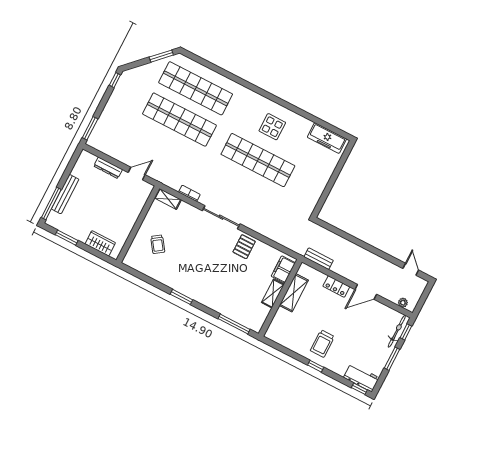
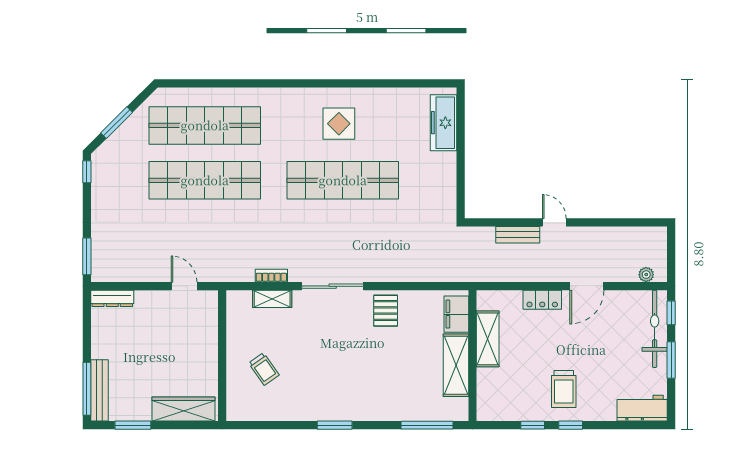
window: (161, 56) -> (117, 123), moved
freezer: (327, 138) -> (444, 123), moved, turned 90
dresser: (108, 168) -> (112, 298), moved
door: (137, 174) -> (184, 286), hinge flipped
bench: (65, 194) -> (100, 390), moved
shelving: (168, 199) -> (272, 299), moved
wardrobe: (100, 243) -> (183, 409), width x1.50
bench: (319, 259) -> (518, 235), moved
door: (411, 269) -> (554, 222), moved
shelving: (273, 293) -> (456, 365), width x1.50, depth x1.33
bicycle: (397, 331) -> (655, 329), width x1.37, depth x1.40
window: (359, 389) -> (533, 425), moved

